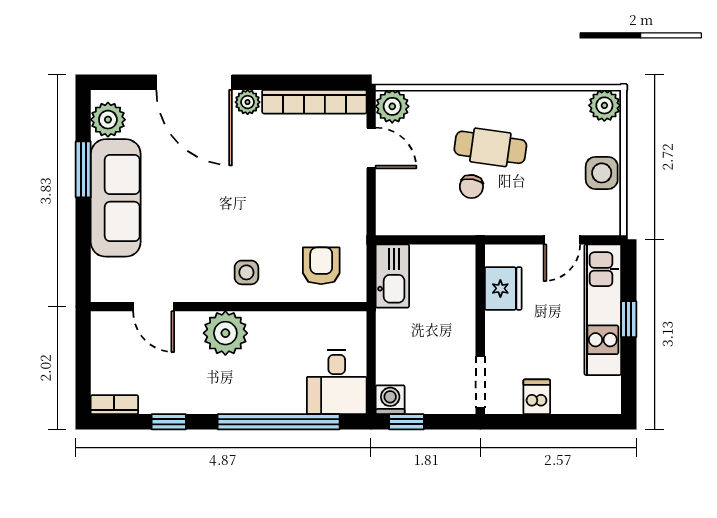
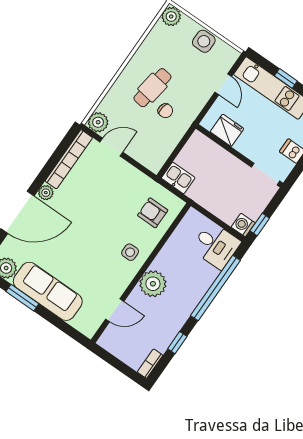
kitchen sink: (392, 276) -> (178, 178), width x0.73

